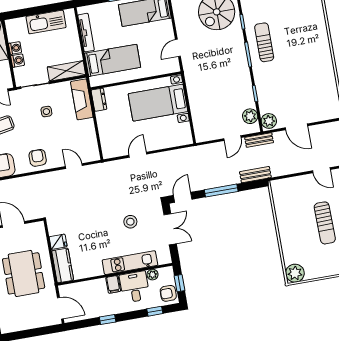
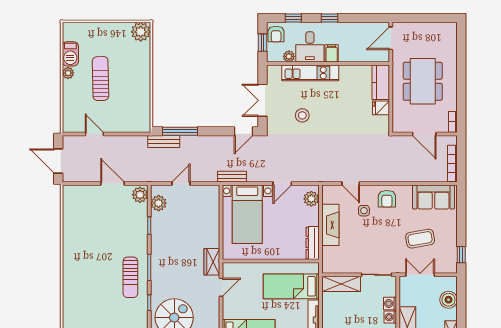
wardrobe: (191, 70) -> (212, 262), added
fireplace: (82, 99) -> (330, 225), moved
dresser: (99, 100) -> (313, 243), width x1.44
bed with nightstands: (158, 103) -> (247, 214), moved, turned 90
side table: (46, 112) -> (364, 211), moved
bench: (259, 140) -> (232, 177), moved
plant: (108, 145) -> (311, 199), added
window: (221, 191) -> (180, 131), moved
armchair: (168, 293) -> (276, 34), turned 90
door: (60, 308) -> (391, 38), hinge flipped
window: (108, 320) -> (329, 18), moved

